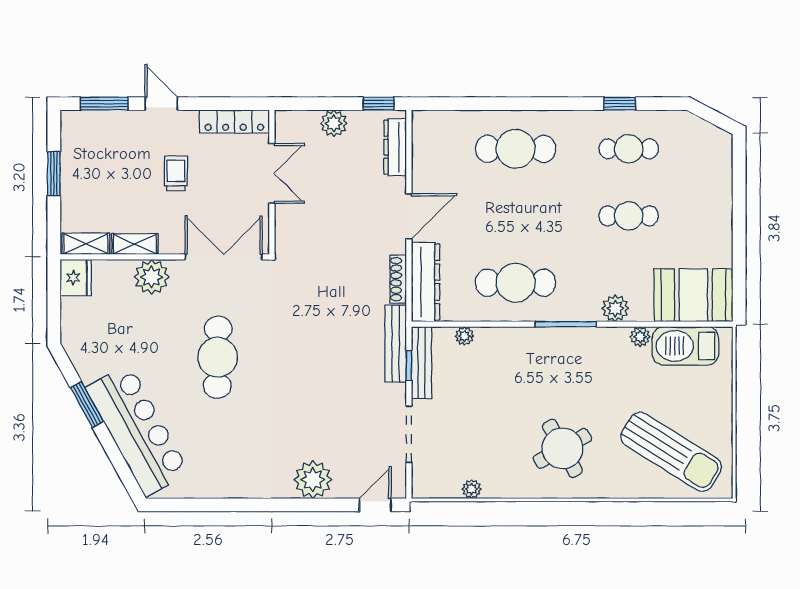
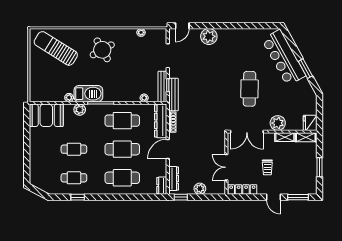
dresser: (423, 131) -> (162, 186), added
cafe table: (516, 216) -> (122, 149), added
barbecue: (685, 346) -> (88, 94), moved

